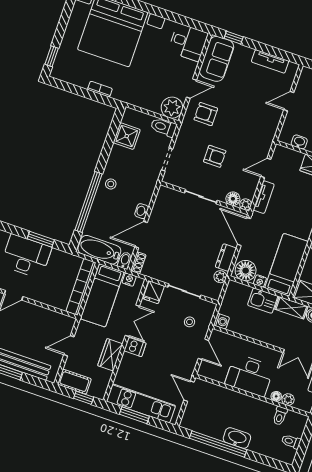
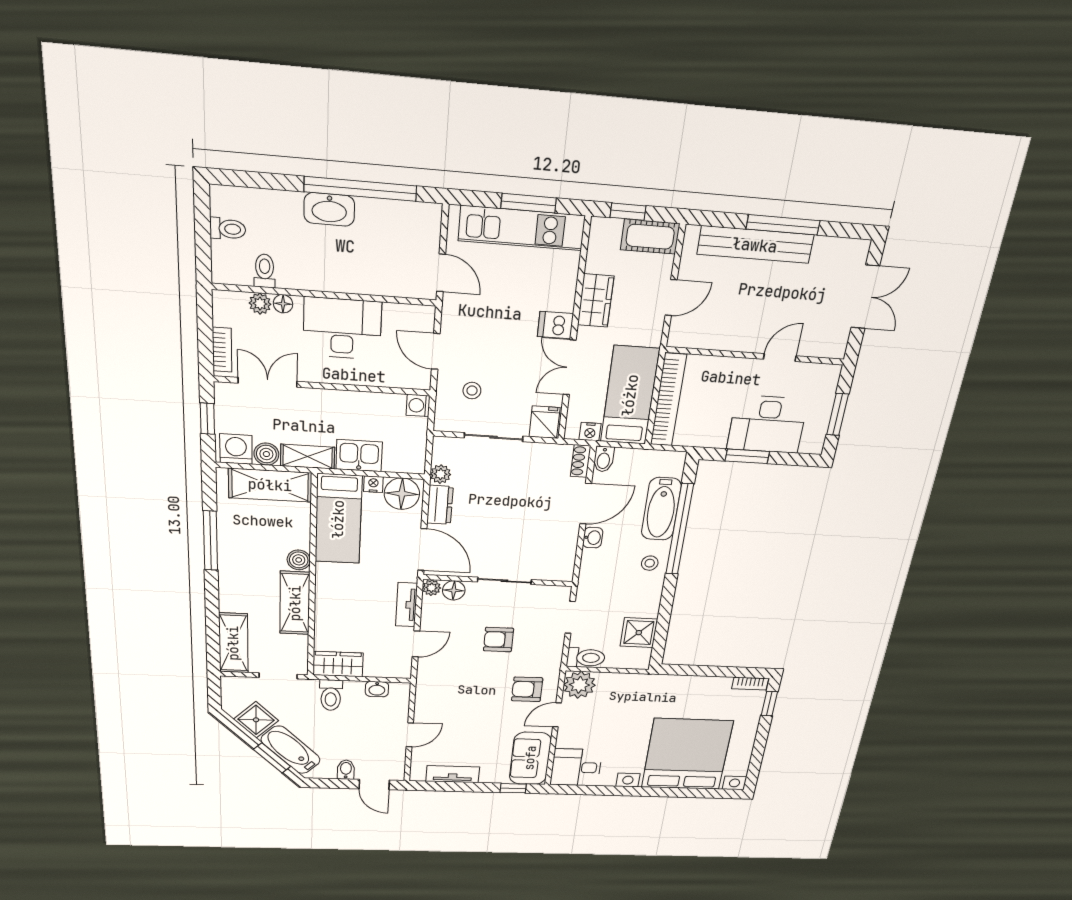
bookcase: (100, 89) -> (750, 684), moved
armchair: (206, 114) -> (527, 689), turned 180
bathtub: (99, 250) -> (661, 509), moved, turned 90

